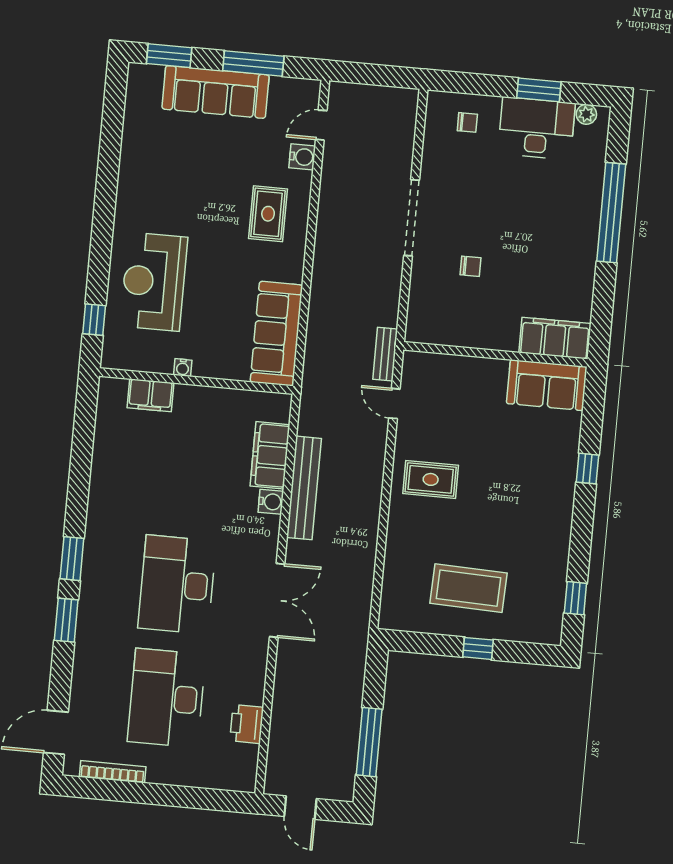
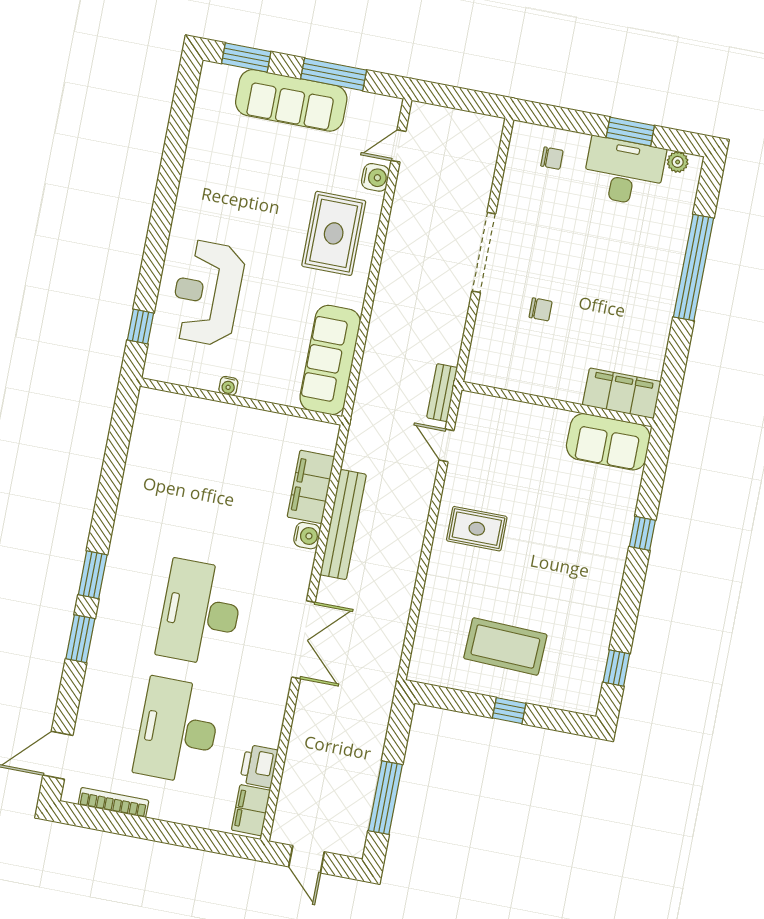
rug: (268, 214) -> (334, 233), width x1.36, depth x1.43
filing cabinet: (150, 395) -> (251, 810), moved, turned 90

